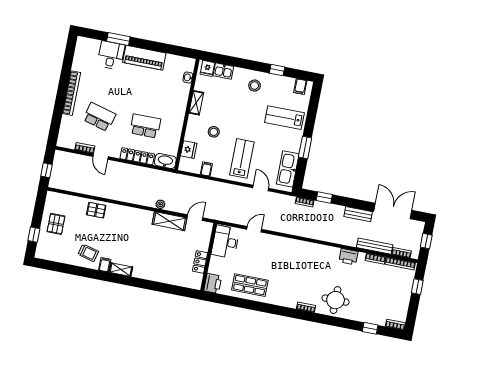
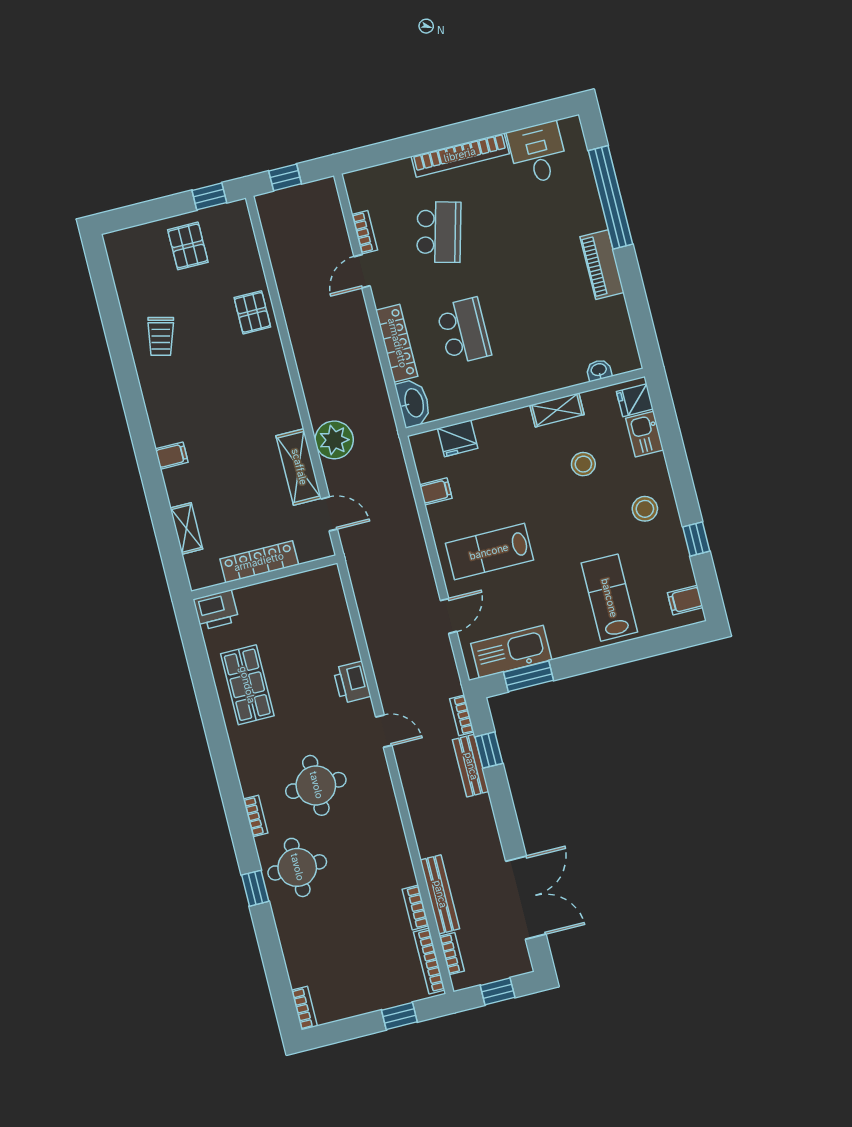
window: (118, 39) -> (610, 197), width x2.11
desk: (111, 55) -> (538, 153), moved, turned -90
piano: (144, 58) -> (602, 265), width x0.73, depth x0.75
stool: (214, 132) -> (583, 464), moved
window: (305, 147) -> (529, 676), moved
lab bench: (242, 158) -> (489, 552), turned 180
plant: (160, 204) -> (334, 440), width x1.87, depth x1.87
bench: (358, 214) -> (471, 766), moved
pallet: (56, 224) -> (188, 246), turned 90
door: (254, 229) -> (384, 731), moved
window: (34, 235) -> (209, 196), moved
desk: (225, 242) -> (310, 596), removed
printer: (348, 257) -> (352, 682), moved
locker: (200, 262) -> (259, 562), width x1.53
filing cabinet: (105, 265) -> (172, 456), moved
shelving: (121, 270) -> (186, 529), moved
round table: (305, 276) -> (316, 785), added
window: (370, 328) -> (255, 888), moved

